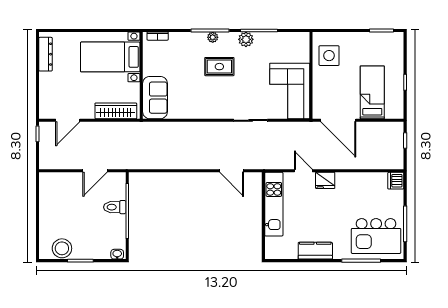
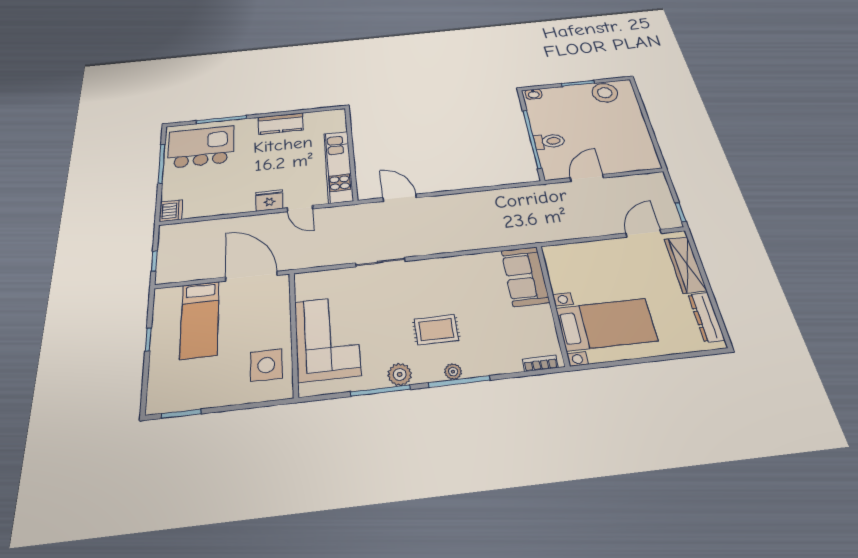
corner sofa: (290, 91) -> (327, 338), moved
wardrobe: (116, 111) -> (685, 265), moved, turned 90

